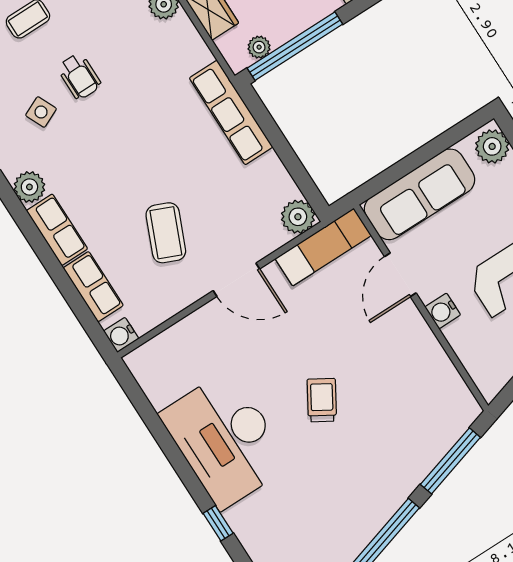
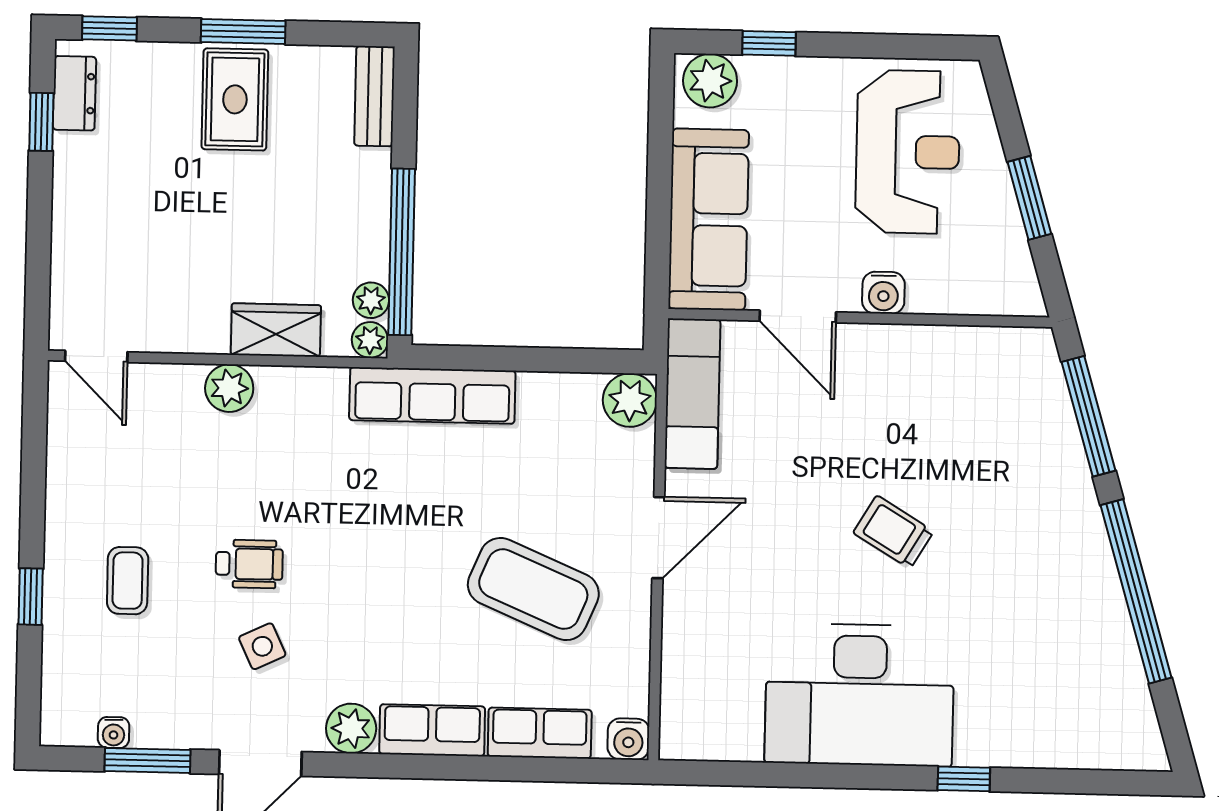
plant: (238, 61) -> (370, 340), added
coffee table: (166, 233) -> (533, 589), width x1.36, depth x1.32

